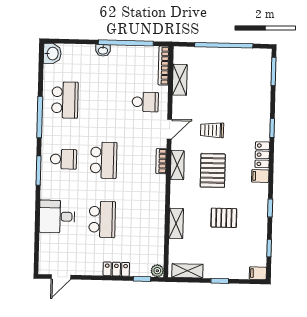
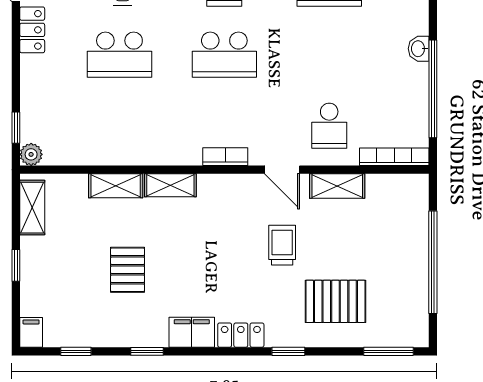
shelving: (180, 80) -> (337, 186), moved
shelving: (177, 165) -> (170, 185), moved
pallet: (213, 170) -> (335, 301), moved
filing cabinet: (260, 176) -> (192, 332), width x2.00
locker: (116, 269) -> (32, 30), moved

